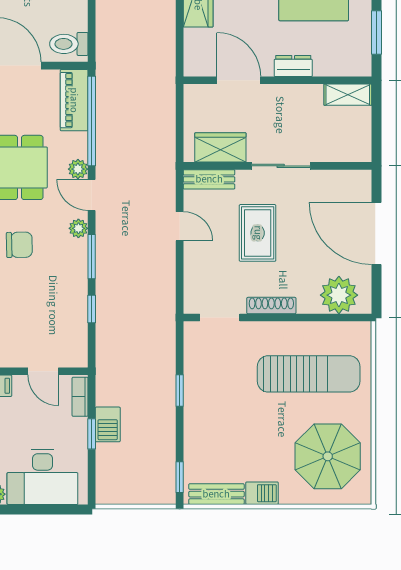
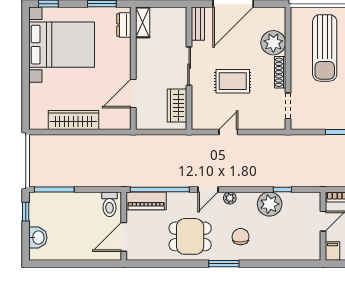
dresser: (293, 66) -> (124, 25), moved
plant: (78, 169) -> (270, 204), moved, width x1.88, depth x1.88
bench: (209, 179) -> (198, 24), moved
window: (92, 257) -> (248, 189), removed
plant: (339, 295) -> (273, 43), moved
sun lounger: (309, 374) -> (325, 48), turned 180

